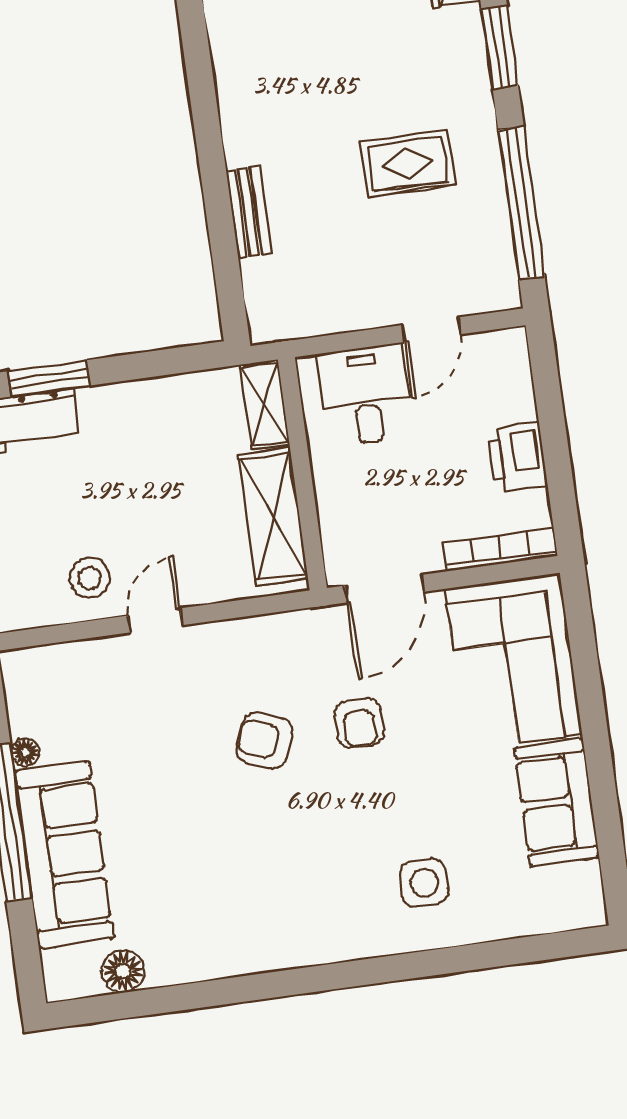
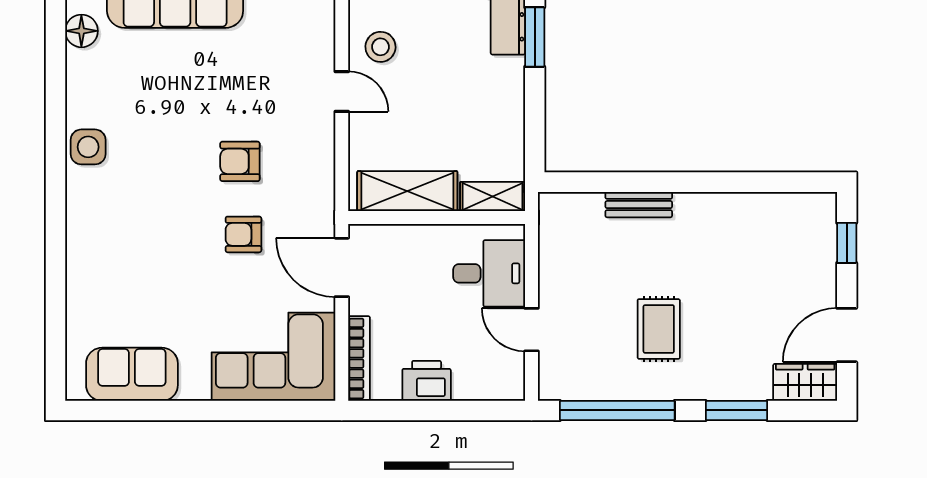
armchair: (265, 741) -> (240, 161), turned -112
sofa: (556, 802) -> (132, 374), moved
side table: (424, 883) -> (88, 147), moved

